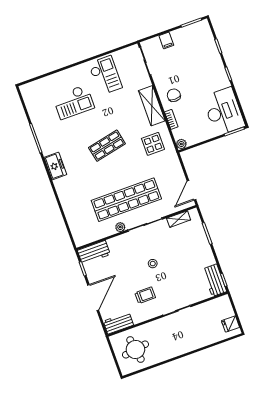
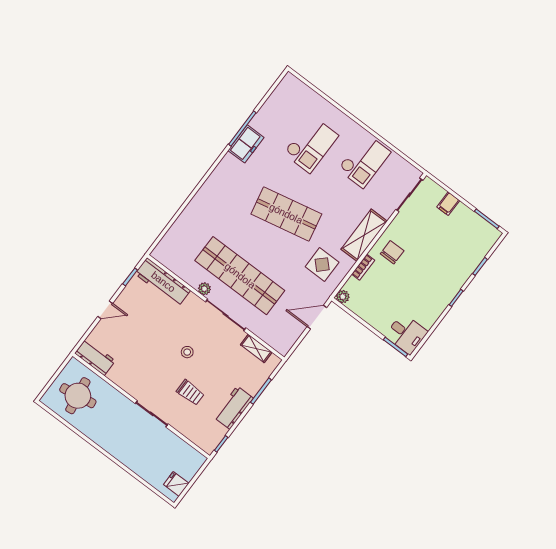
checkout: (74, 102) -> (311, 144), turned -90
desk: (224, 111) -> (406, 334), width x0.53, depth x0.77
shop shelf: (107, 146) -> (286, 214), width x1.43, depth x1.36
freezer: (55, 166) -> (246, 144), moved
door: (192, 190) -> (317, 317), moved
workbench: (94, 252) -> (163, 282), width x1.38
workbench: (215, 280) -> (234, 408), moved
trolley: (145, 295) -> (190, 392), moved
door: (93, 298) -> (105, 310), width x0.53

